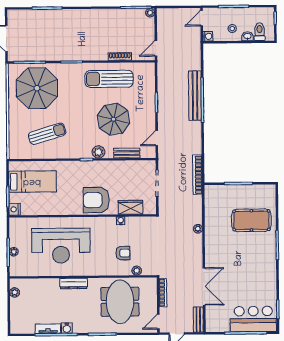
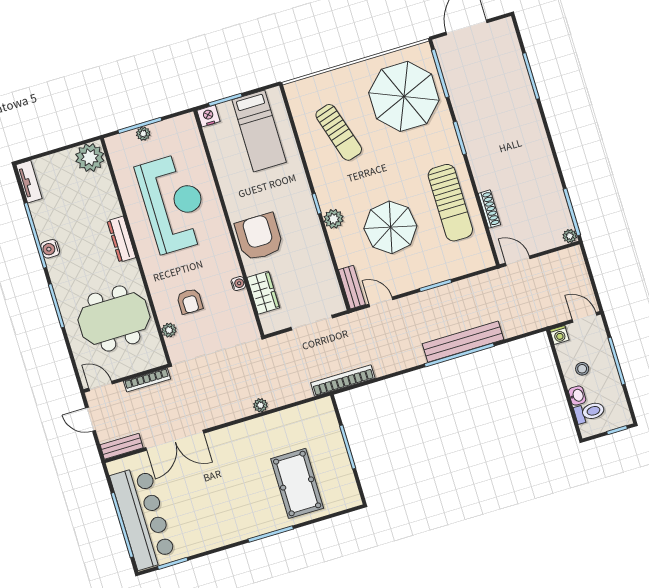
sun lounger: (109, 79) -> (450, 203), turned 180
bench: (127, 153) -> (352, 287), moved
reception desk: (61, 246) -> (174, 203), turned 180
plant: (15, 292) -> (90, 158), width x1.87, depth x1.87
bar counter: (253, 319) -> (143, 517), width x1.36
tv unit: (48, 329) -> (29, 182), moved

